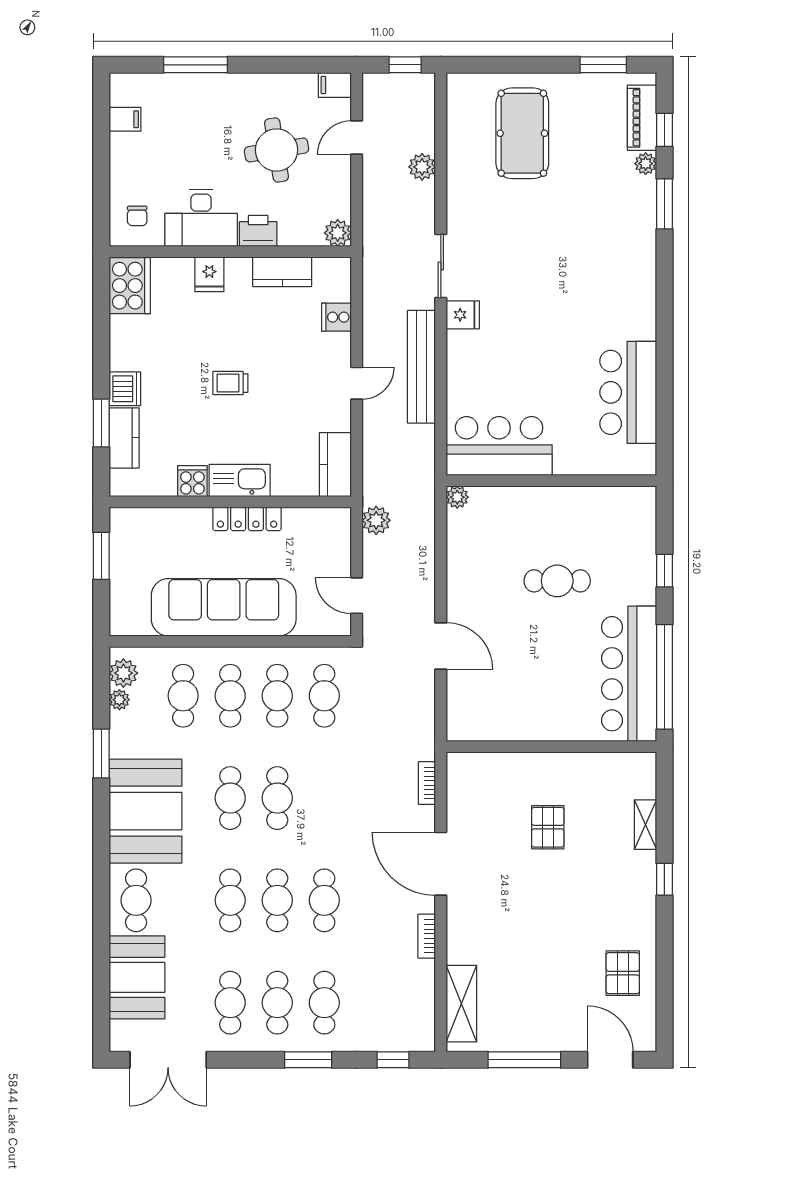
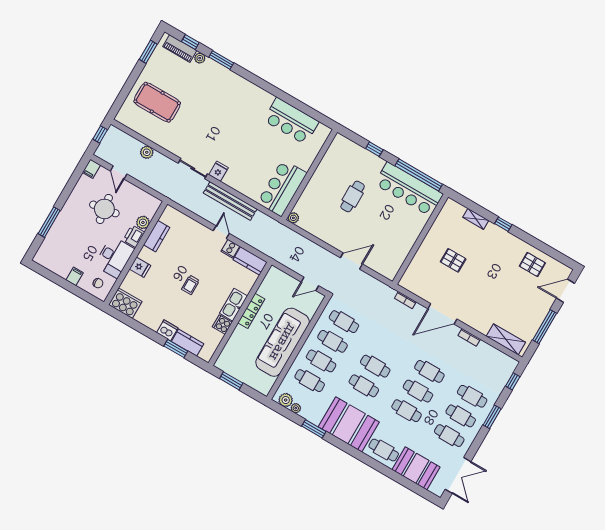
filing cabinet: (125, 119) -> (75, 276), moved
plant: (338, 233) -> (143, 222), moved
cooker: (336, 317) -> (230, 249), moved
plant: (376, 520) -> (283, 257), removed

